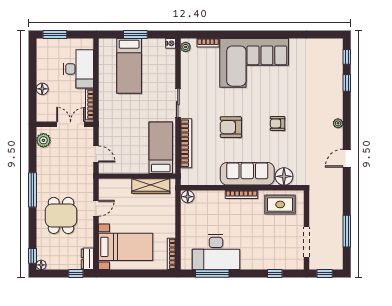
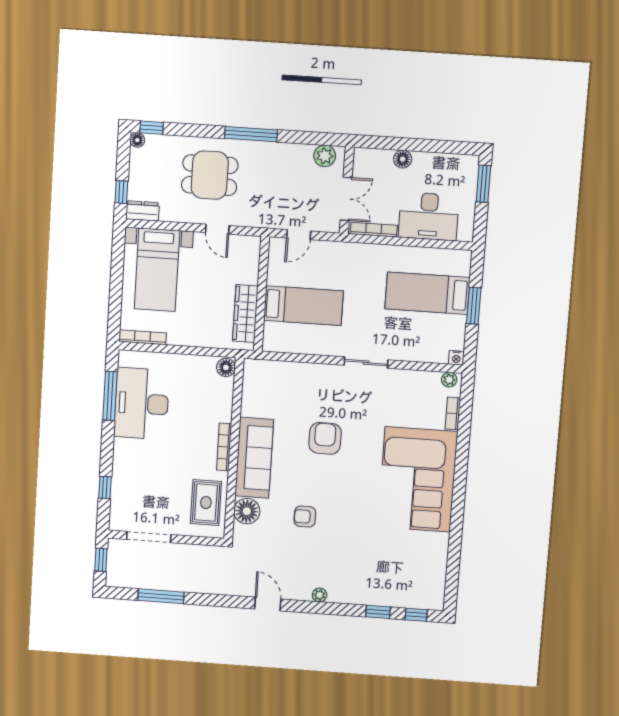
armchair: (277, 123) -> (305, 517), moved, turned -90
bookcase: (186, 143) -> (306, 371), removed
bed: (161, 148) -> (303, 306), moved

